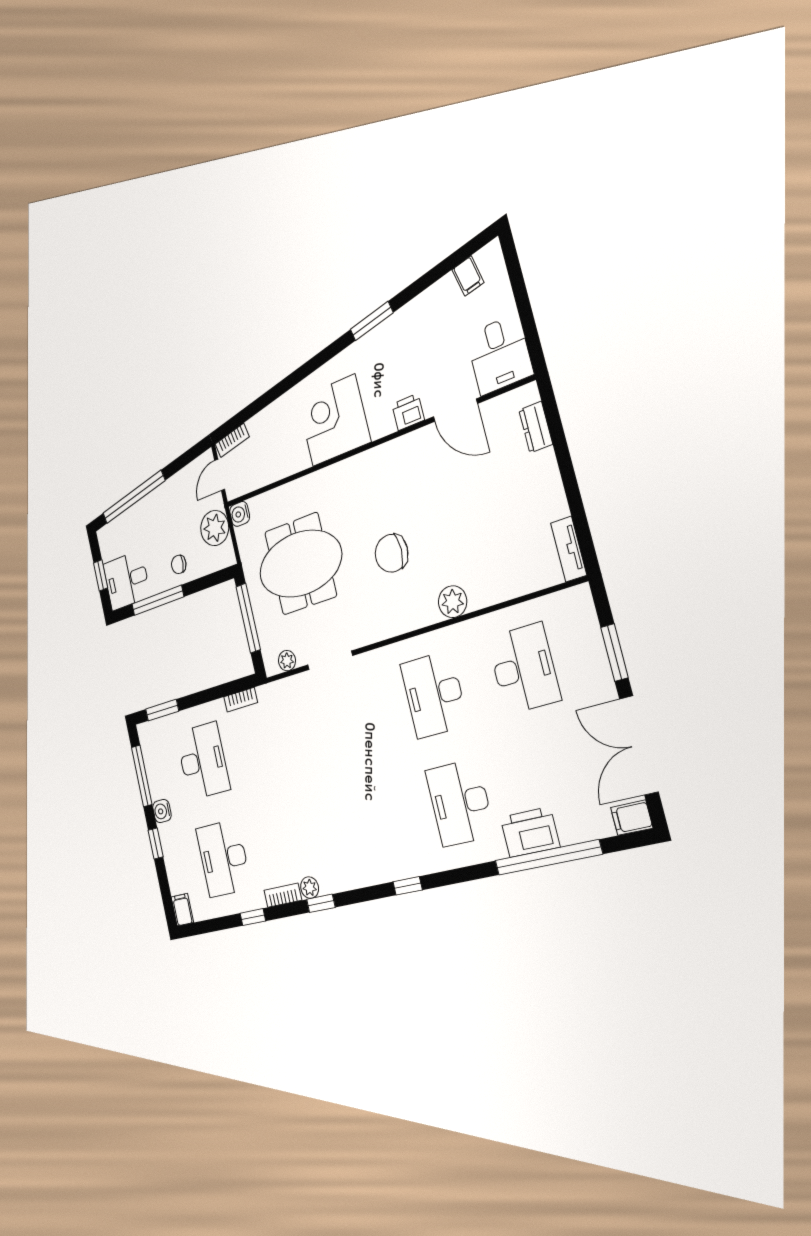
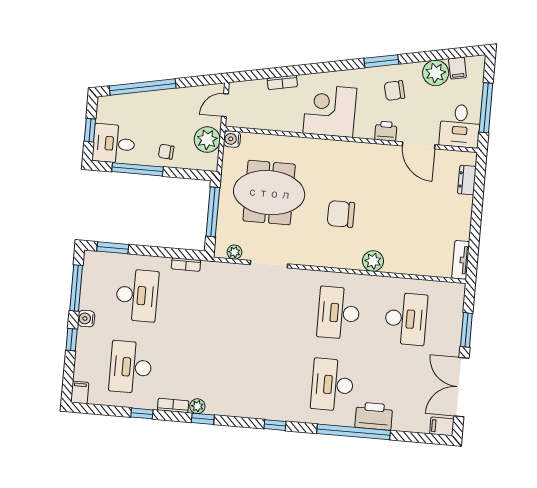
plant: (443, 299) -> (436, 73), added
window: (525, 310) -> (486, 108), added
chair: (400, 351) -> (394, 91), added
bookcase: (232, 440) -> (282, 82), moved
window: (548, 857) -> (354, 432), moved

